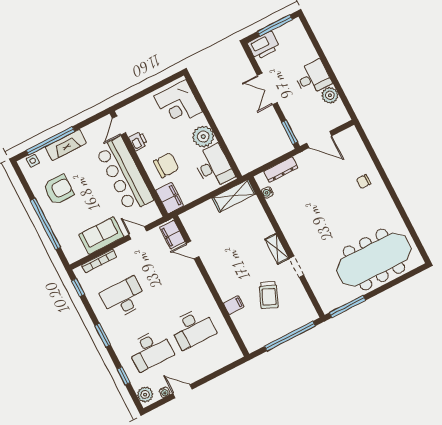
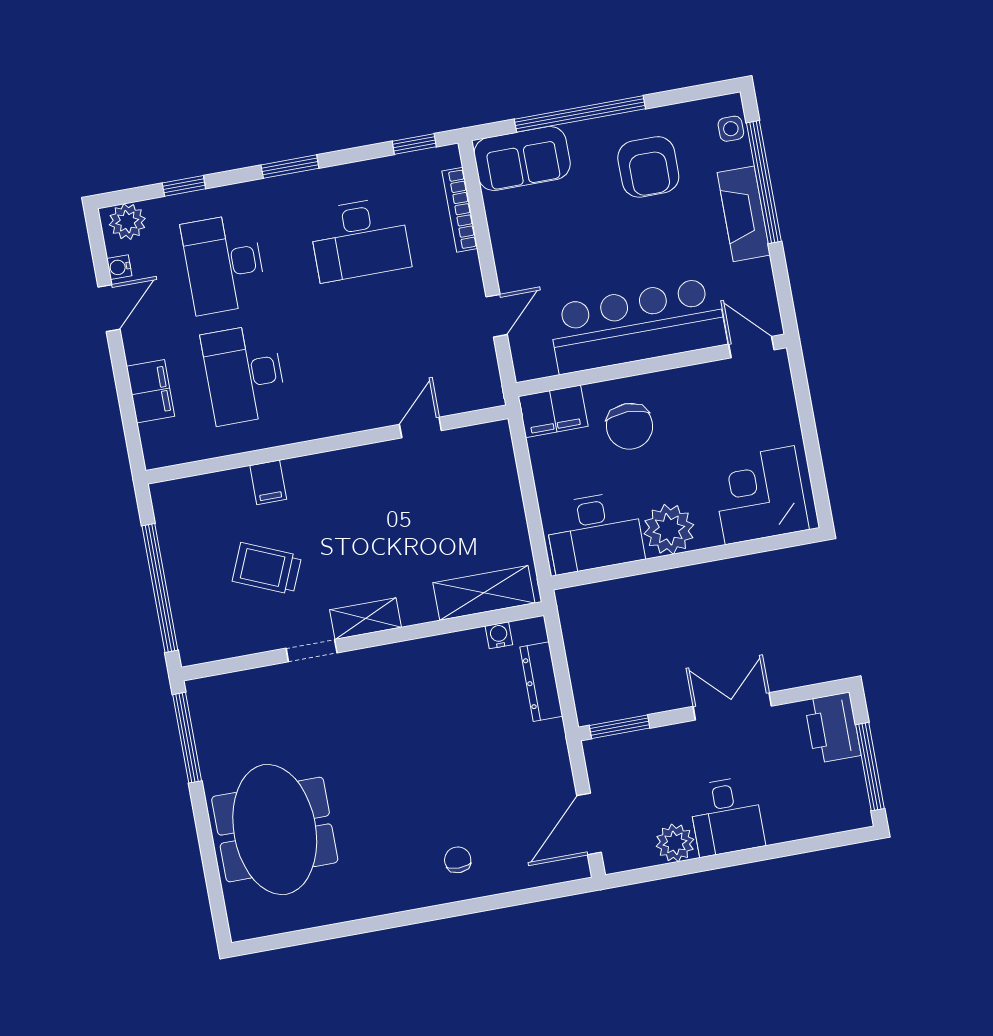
door: (319, 140) -> (589, 824), moved
printer: (138, 141) -> (703, 380), removed
shelving: (234, 196) -> (484, 593), moved, turned 90
filing cabinet: (172, 235) -> (151, 391), moved, turned 90
sofa: (101, 236) -> (522, 158), moved, turned 90
meeting table: (374, 260) -> (275, 830), width x0.73
desk: (123, 298) -> (360, 239), turned 90

